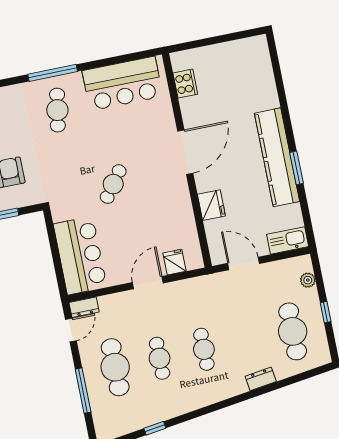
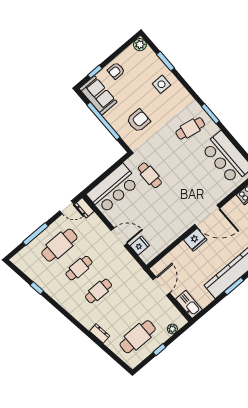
window: (53, 73) -> (210, 114), width x0.69
cafe table: (113, 184) -> (150, 175), moved, turned 54
fridge: (211, 205) -> (195, 240), moved

